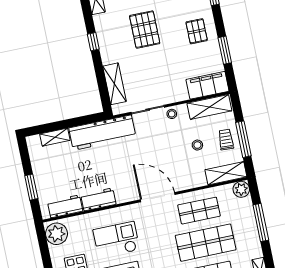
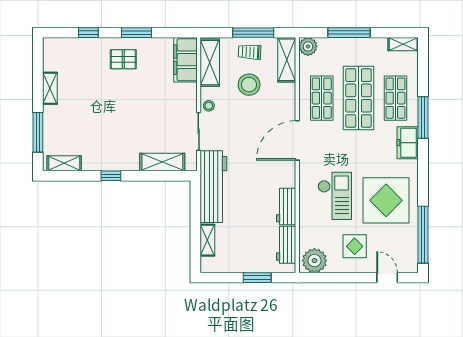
pallet: (145, 30) -> (109, 116), removed
window: (225, 50) -> (136, 33), moved
stool: (197, 145) -> (249, 85), width x1.89, depth x1.89
checkout: (116, 240) -> (335, 196), turned 180

